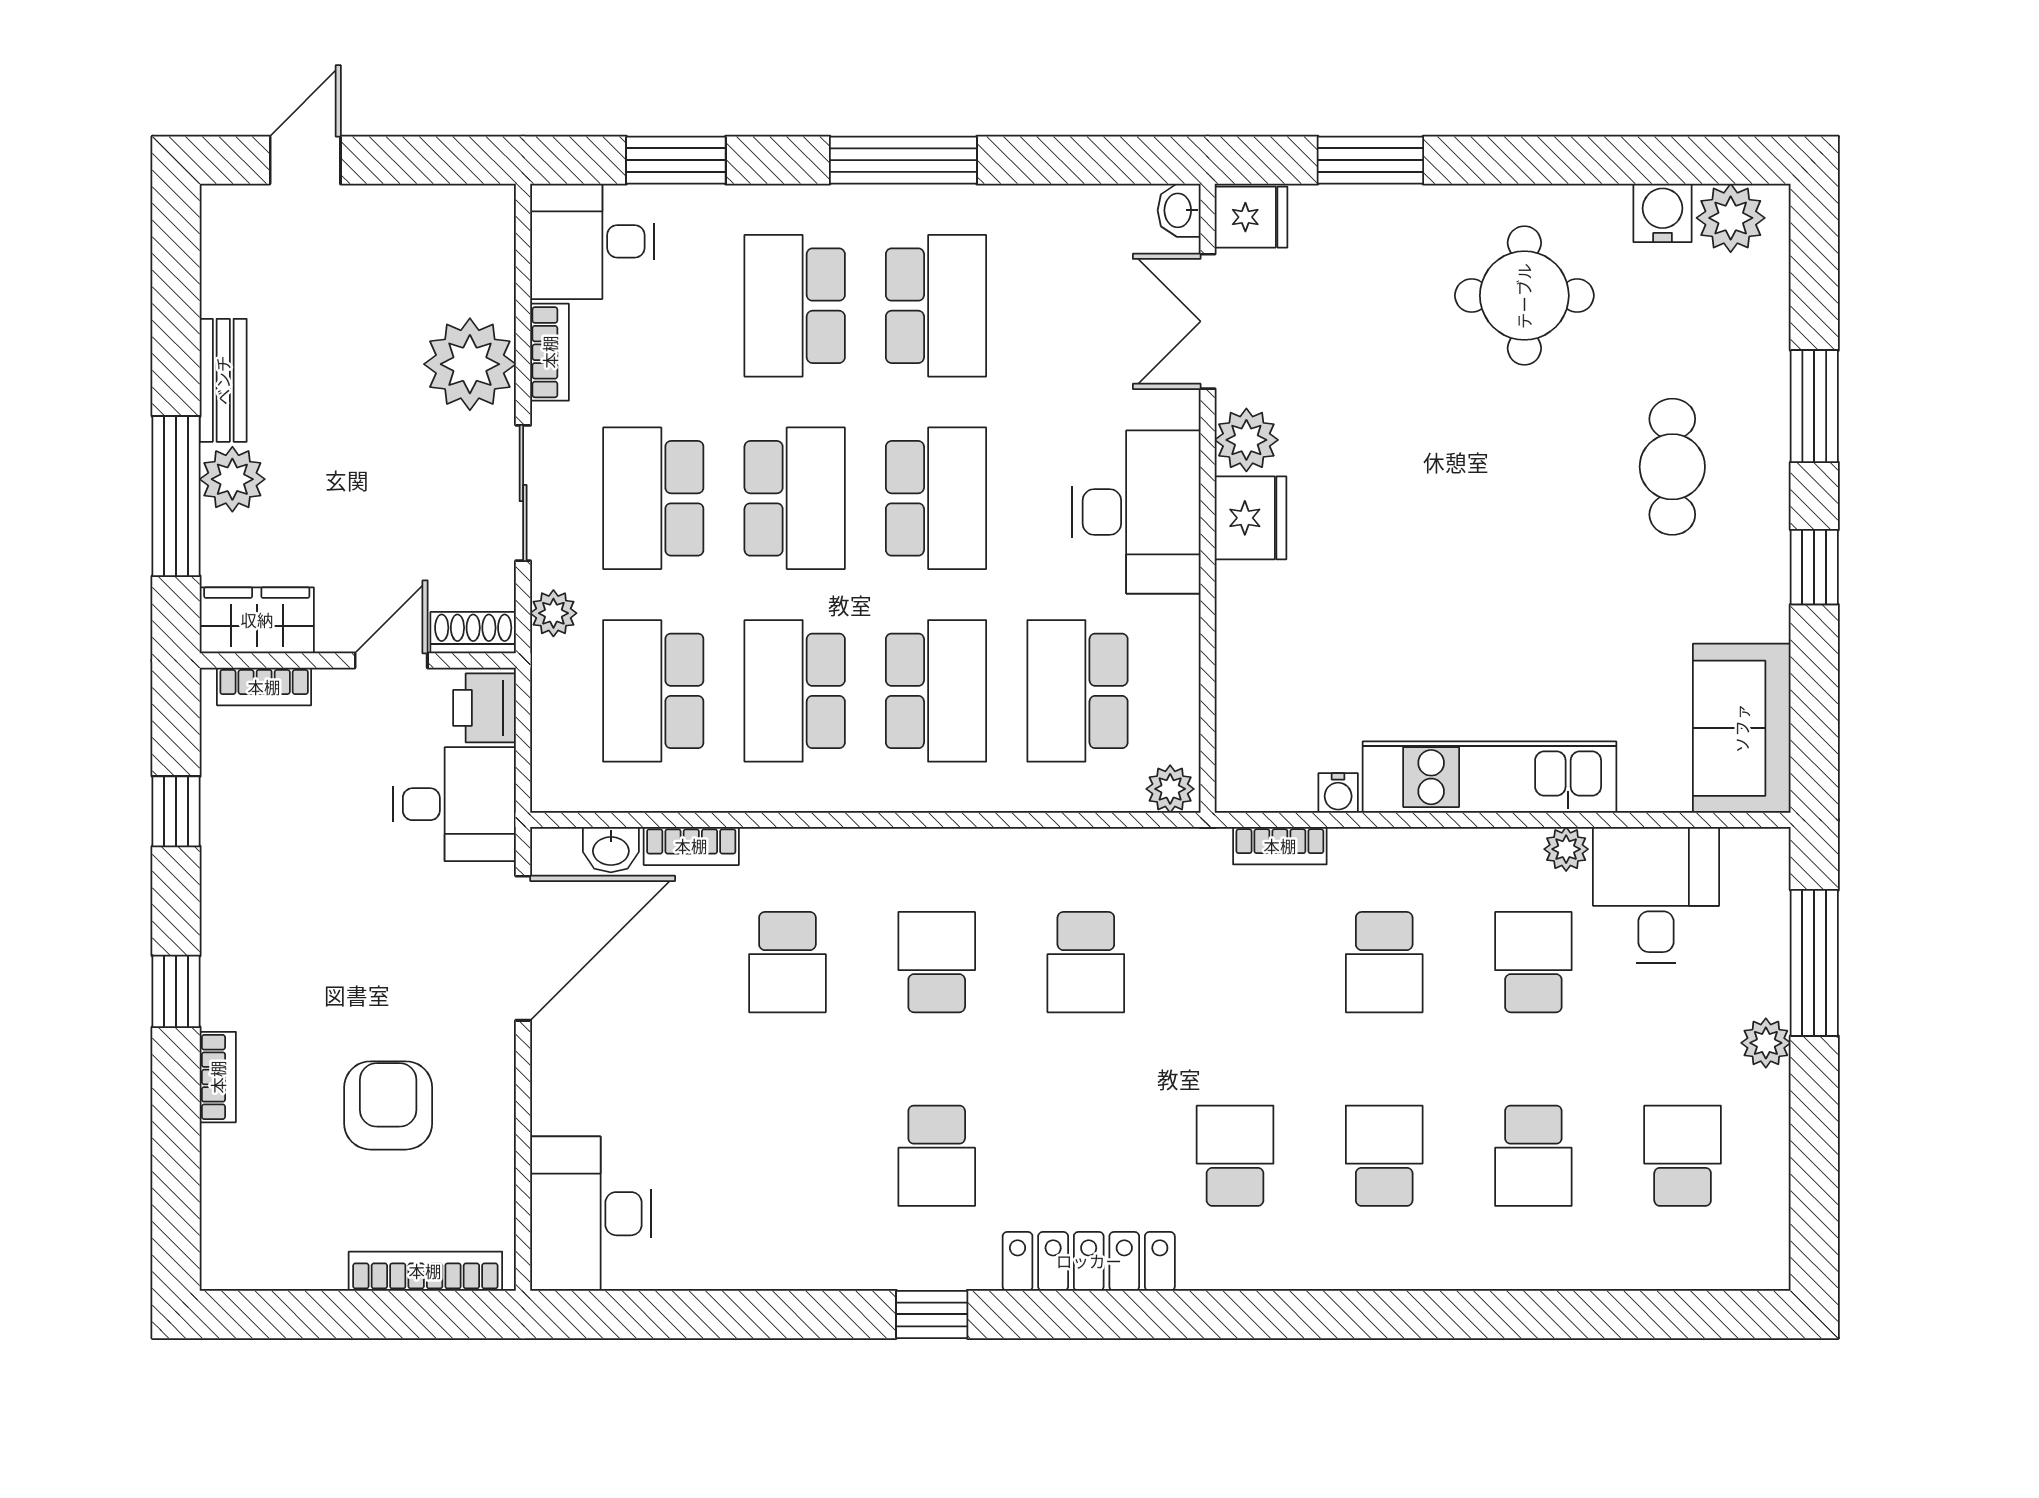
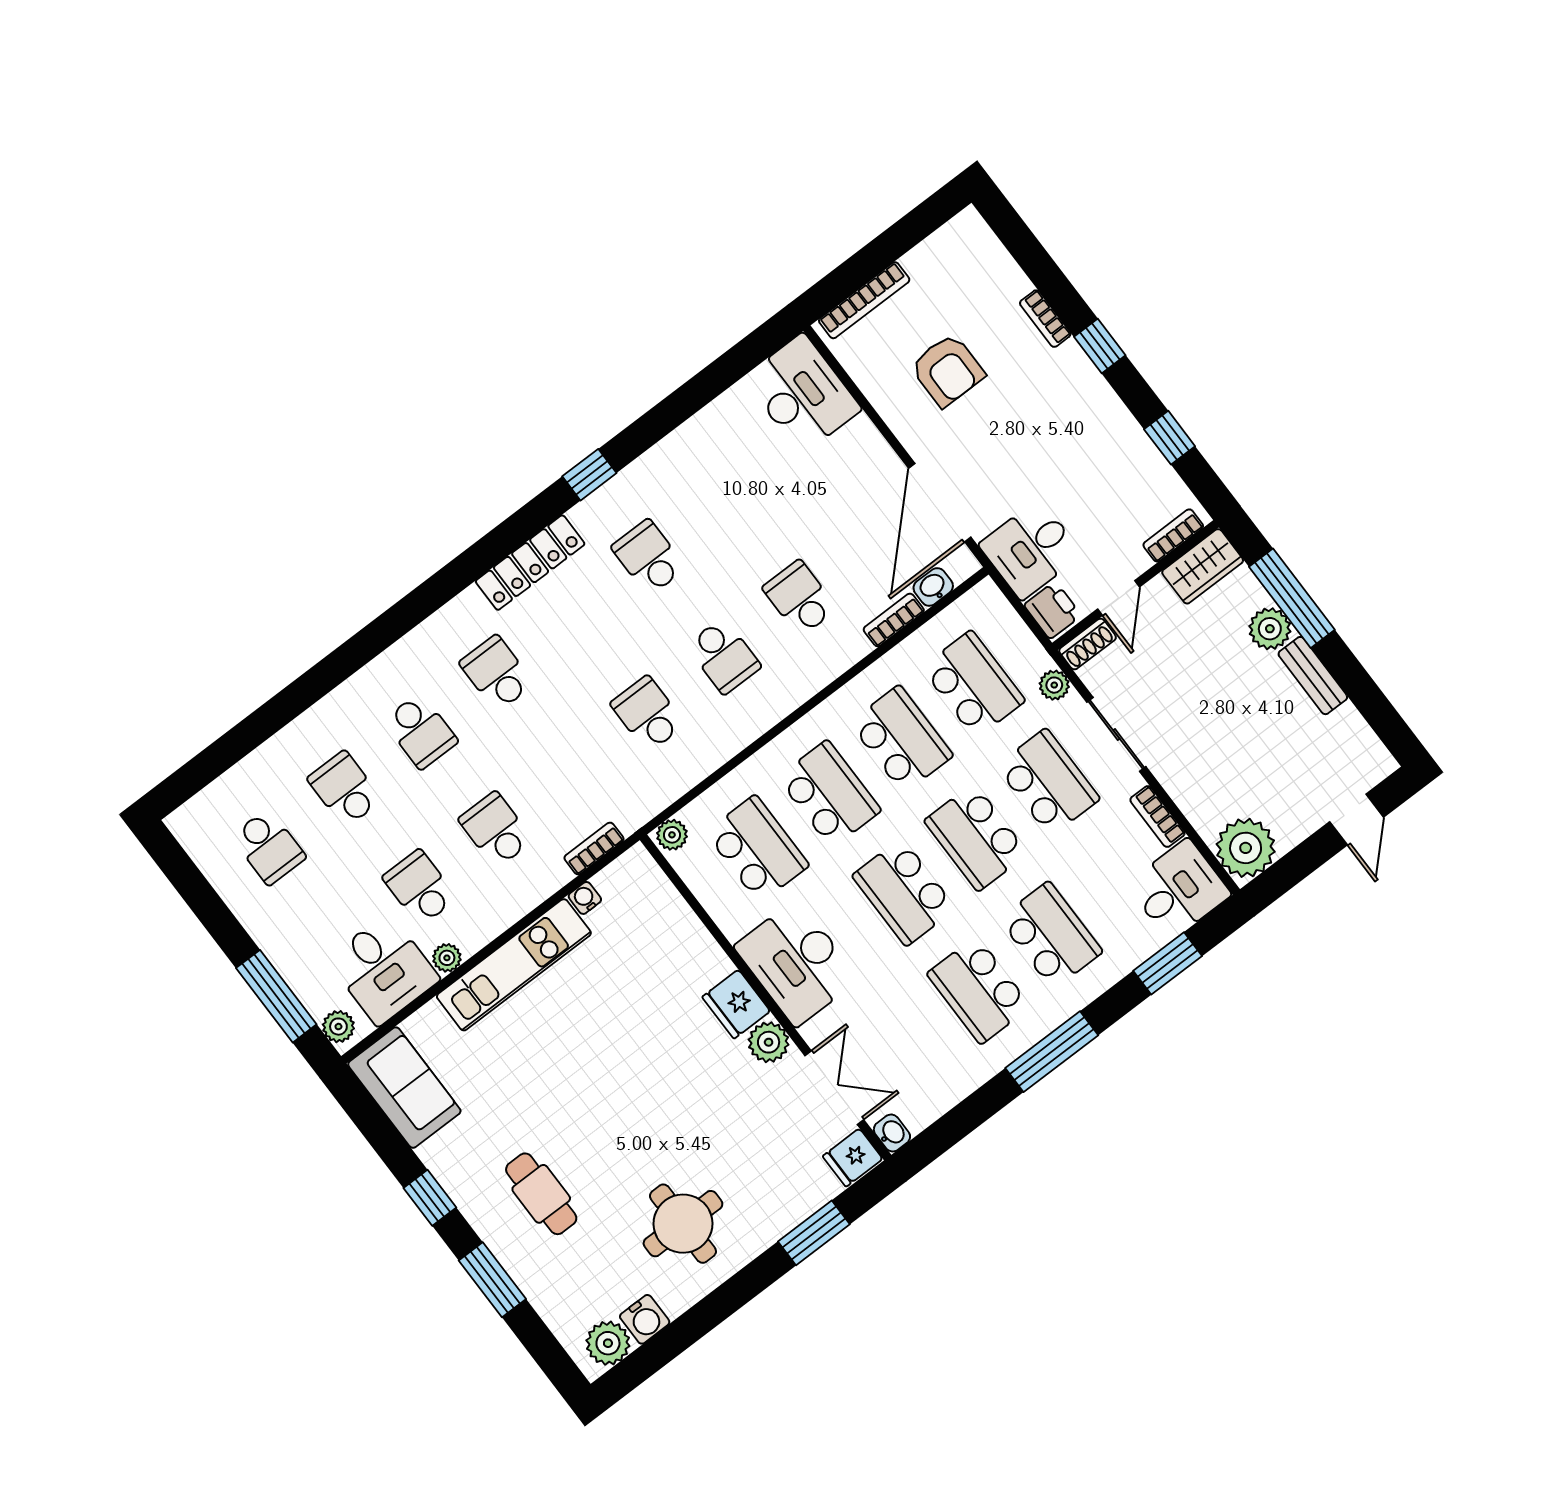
plant: (470, 364) -> (1246, 848), moved
school desk: (936, 691) -> (829, 794), turned 180
school desk: (1533, 962) -> (420, 888), turned 180
plant: (1766, 1043) -> (338, 1027), moved
school desk: (1235, 1156) -> (497, 673), turned 180

